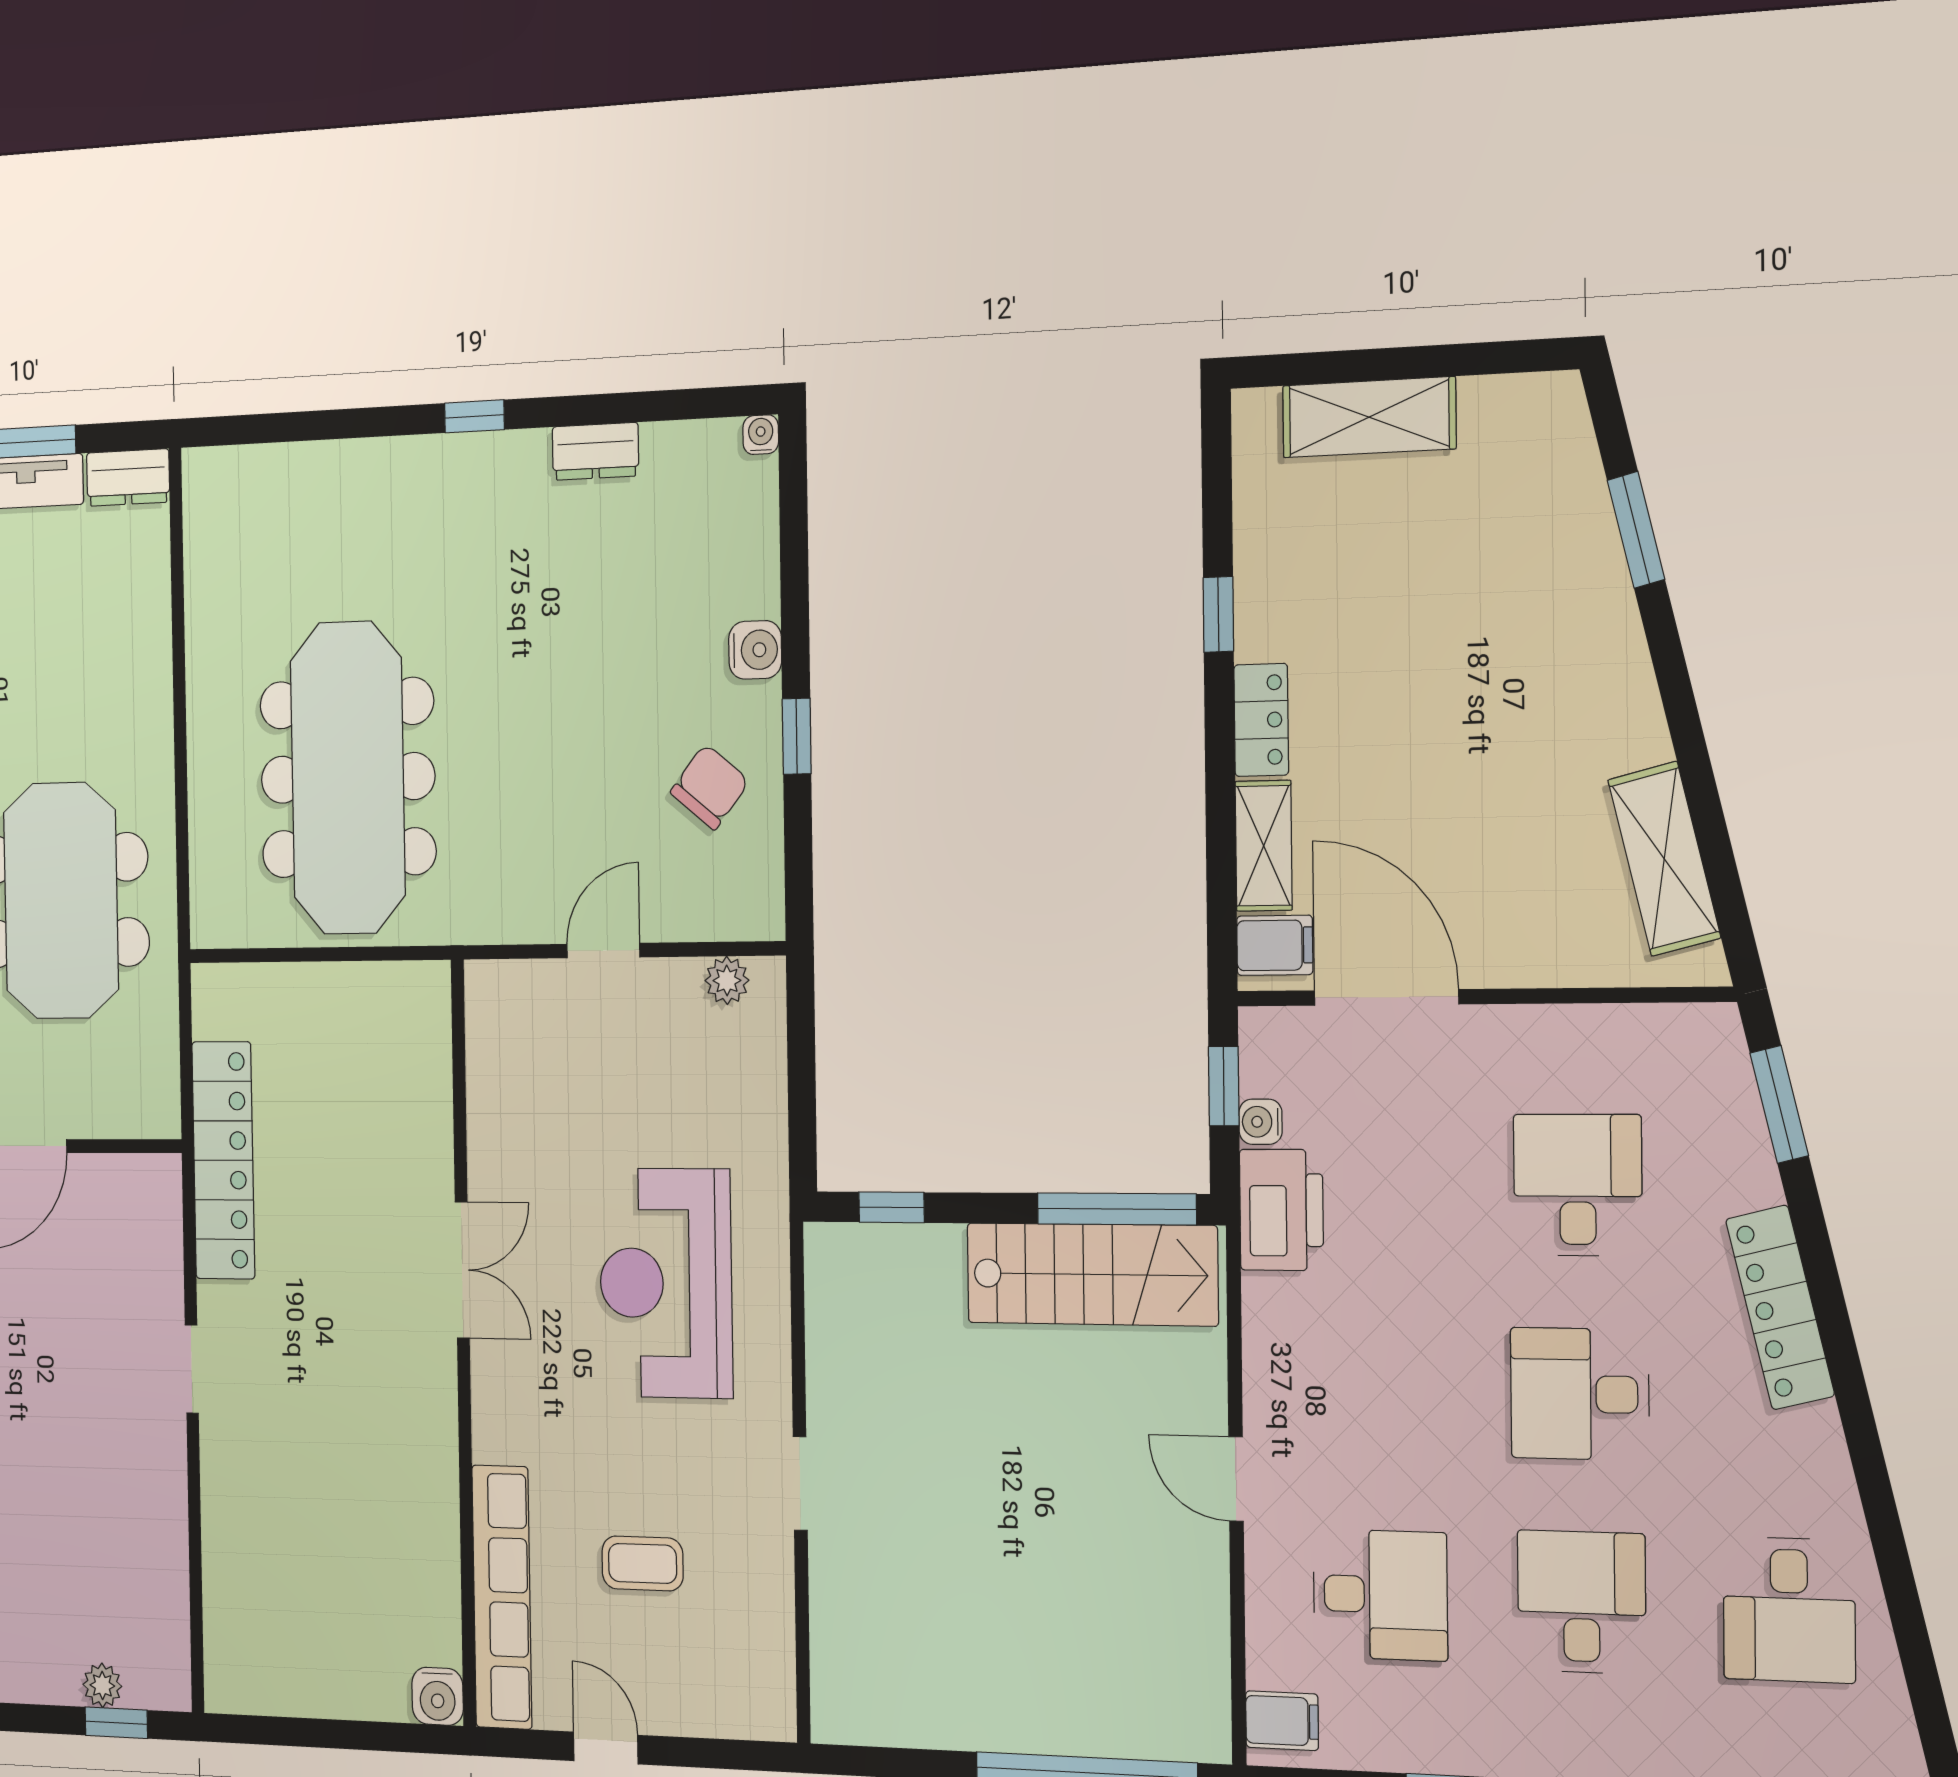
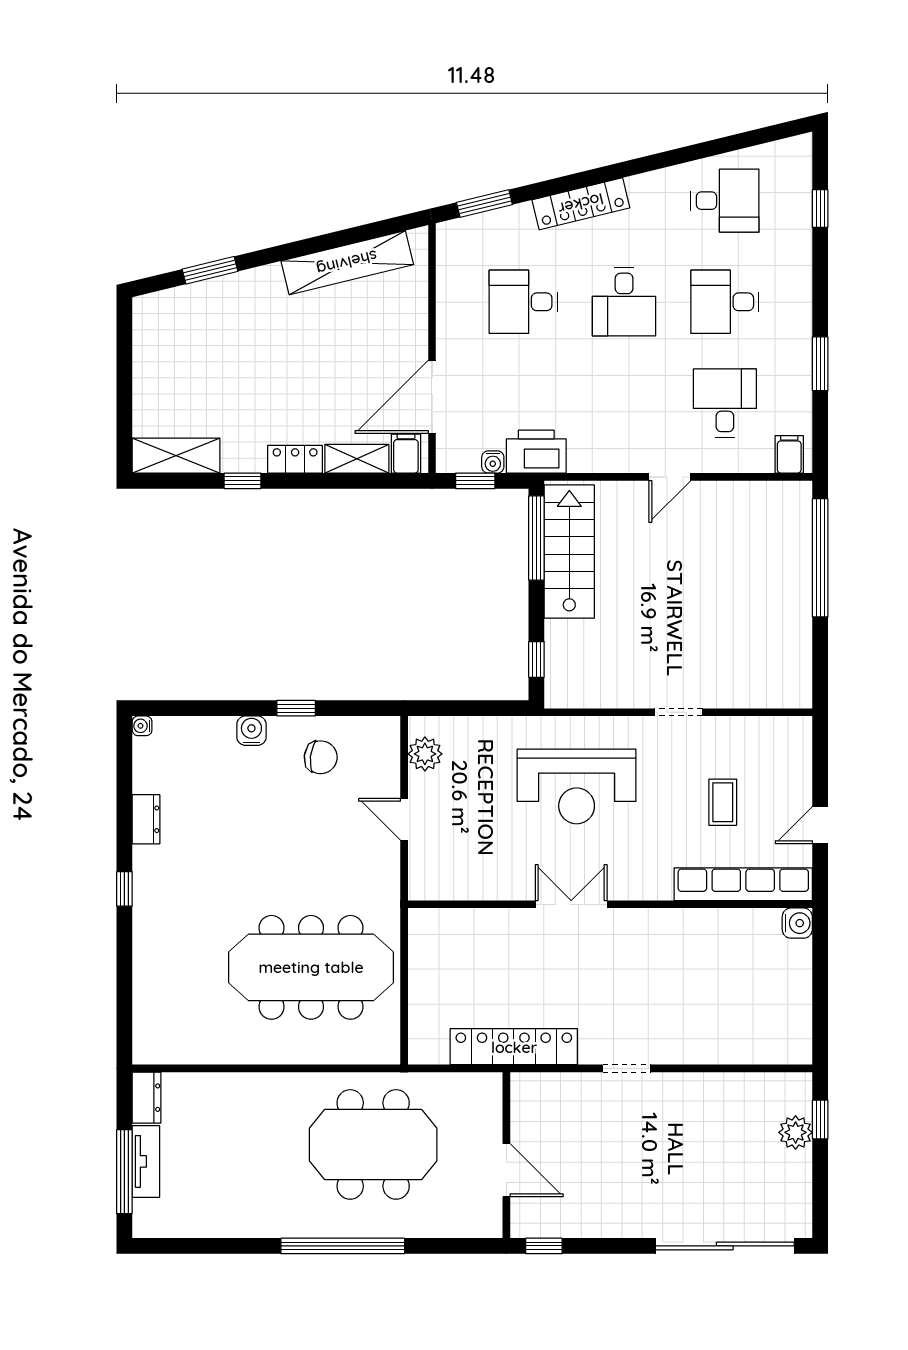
shelving: (1369, 417) -> (176, 456), moved, turned 90
chair: (710, 787) -> (321, 757), turned 148
shelving: (1664, 859) -> (347, 263), width x1.47
plant: (727, 980) -> (425, 754), width x1.38, depth x1.38
plant: (102, 1685) -> (796, 1132), width x1.38, depth x1.38

